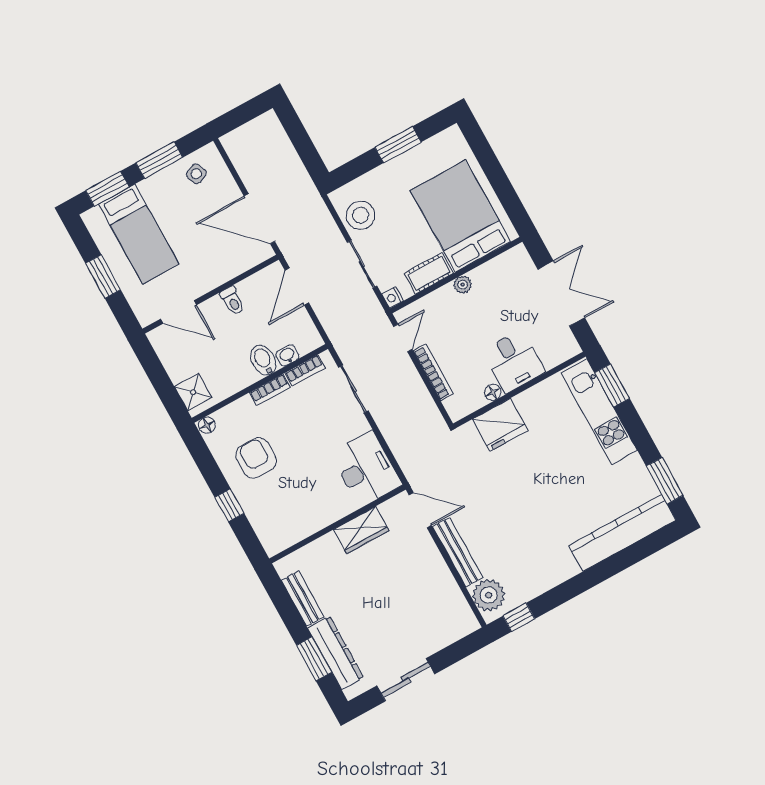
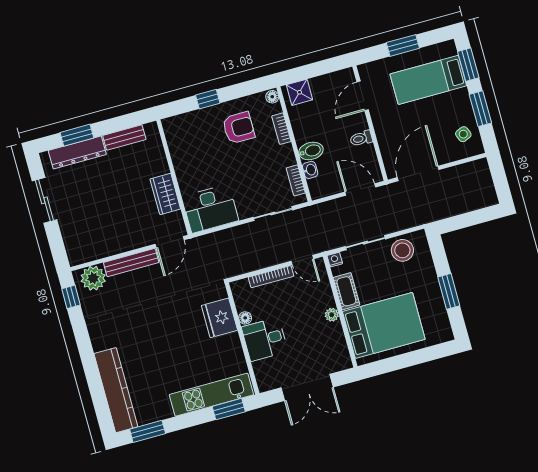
bookcase: (270, 390) -> (281, 129), moved

